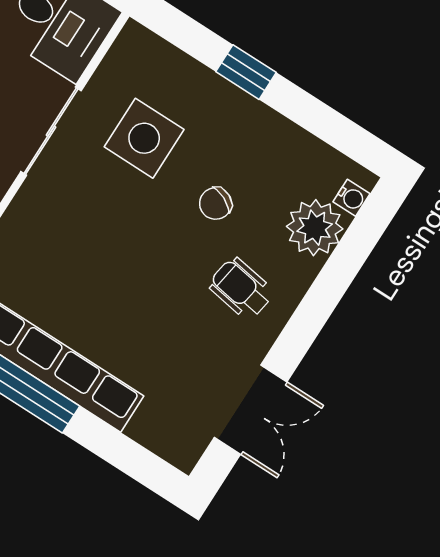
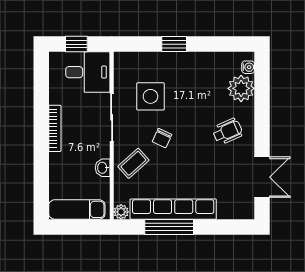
chair: (216, 203) -> (162, 138), moved
coffee table: (37, 238) -> (133, 163), added
wheelchair: (241, 289) -> (227, 131), turned 147

